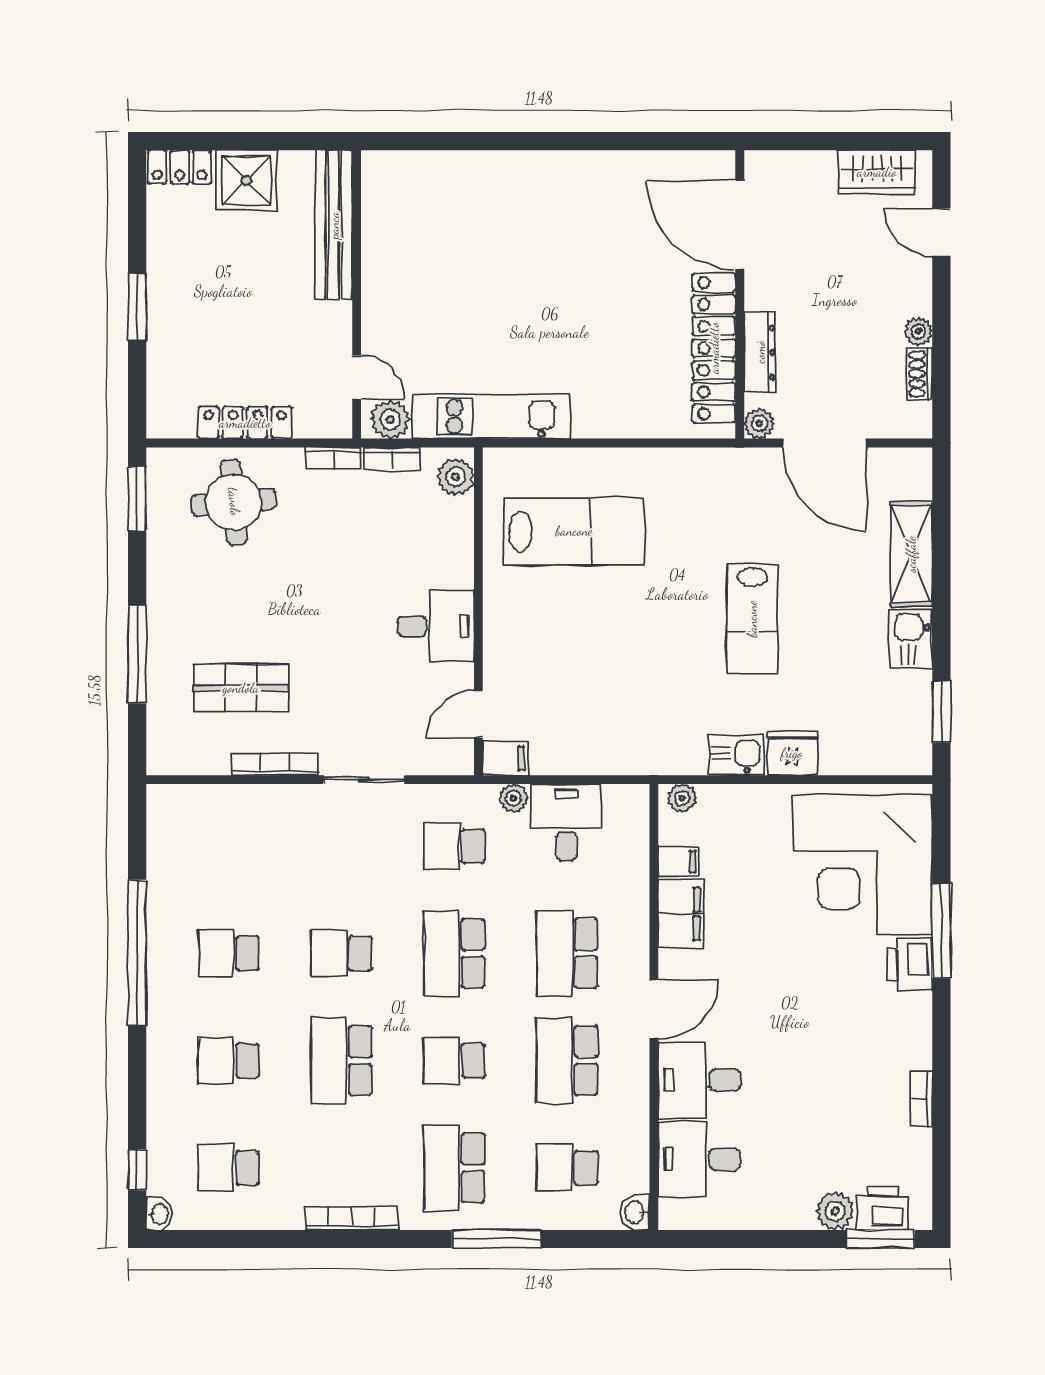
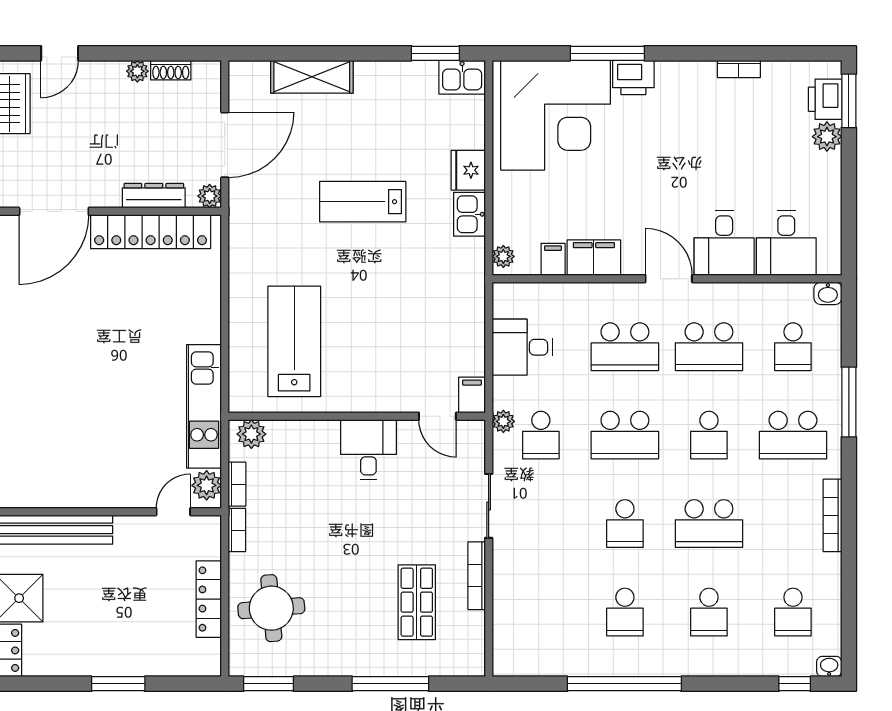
lab bench: (752, 619) -> (363, 202), turned 180
kitchen sink: (911, 639) -> (462, 77), moved
plant: (513, 798) -> (503, 421), moved

